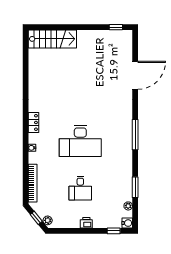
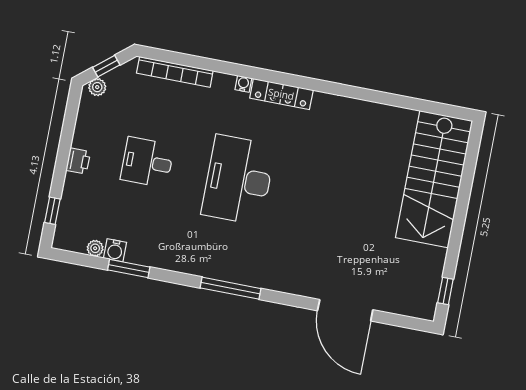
stairs: (52, 39) -> (434, 179), width x1.36, depth x1.51
locker: (33, 122) -> (281, 94), width x1.53
water cooler: (127, 223) -> (115, 250), moved

